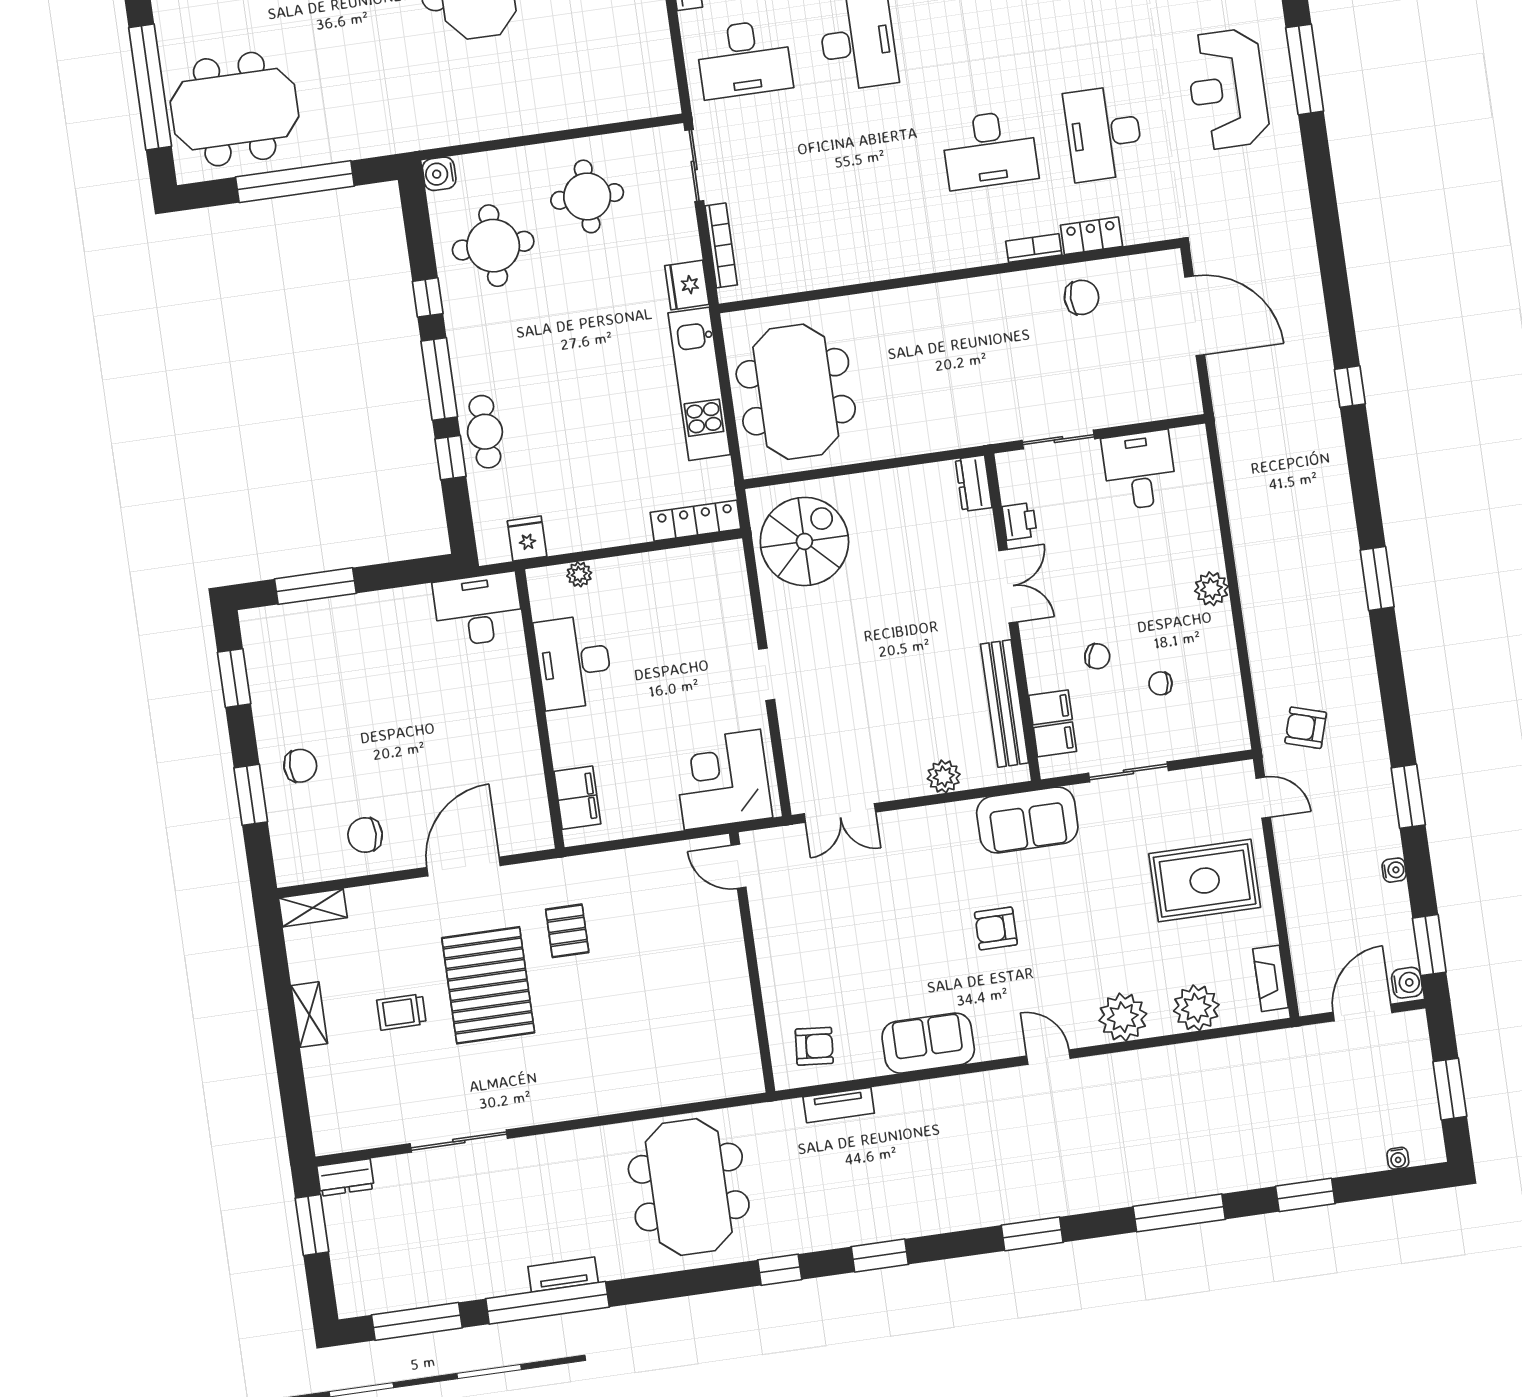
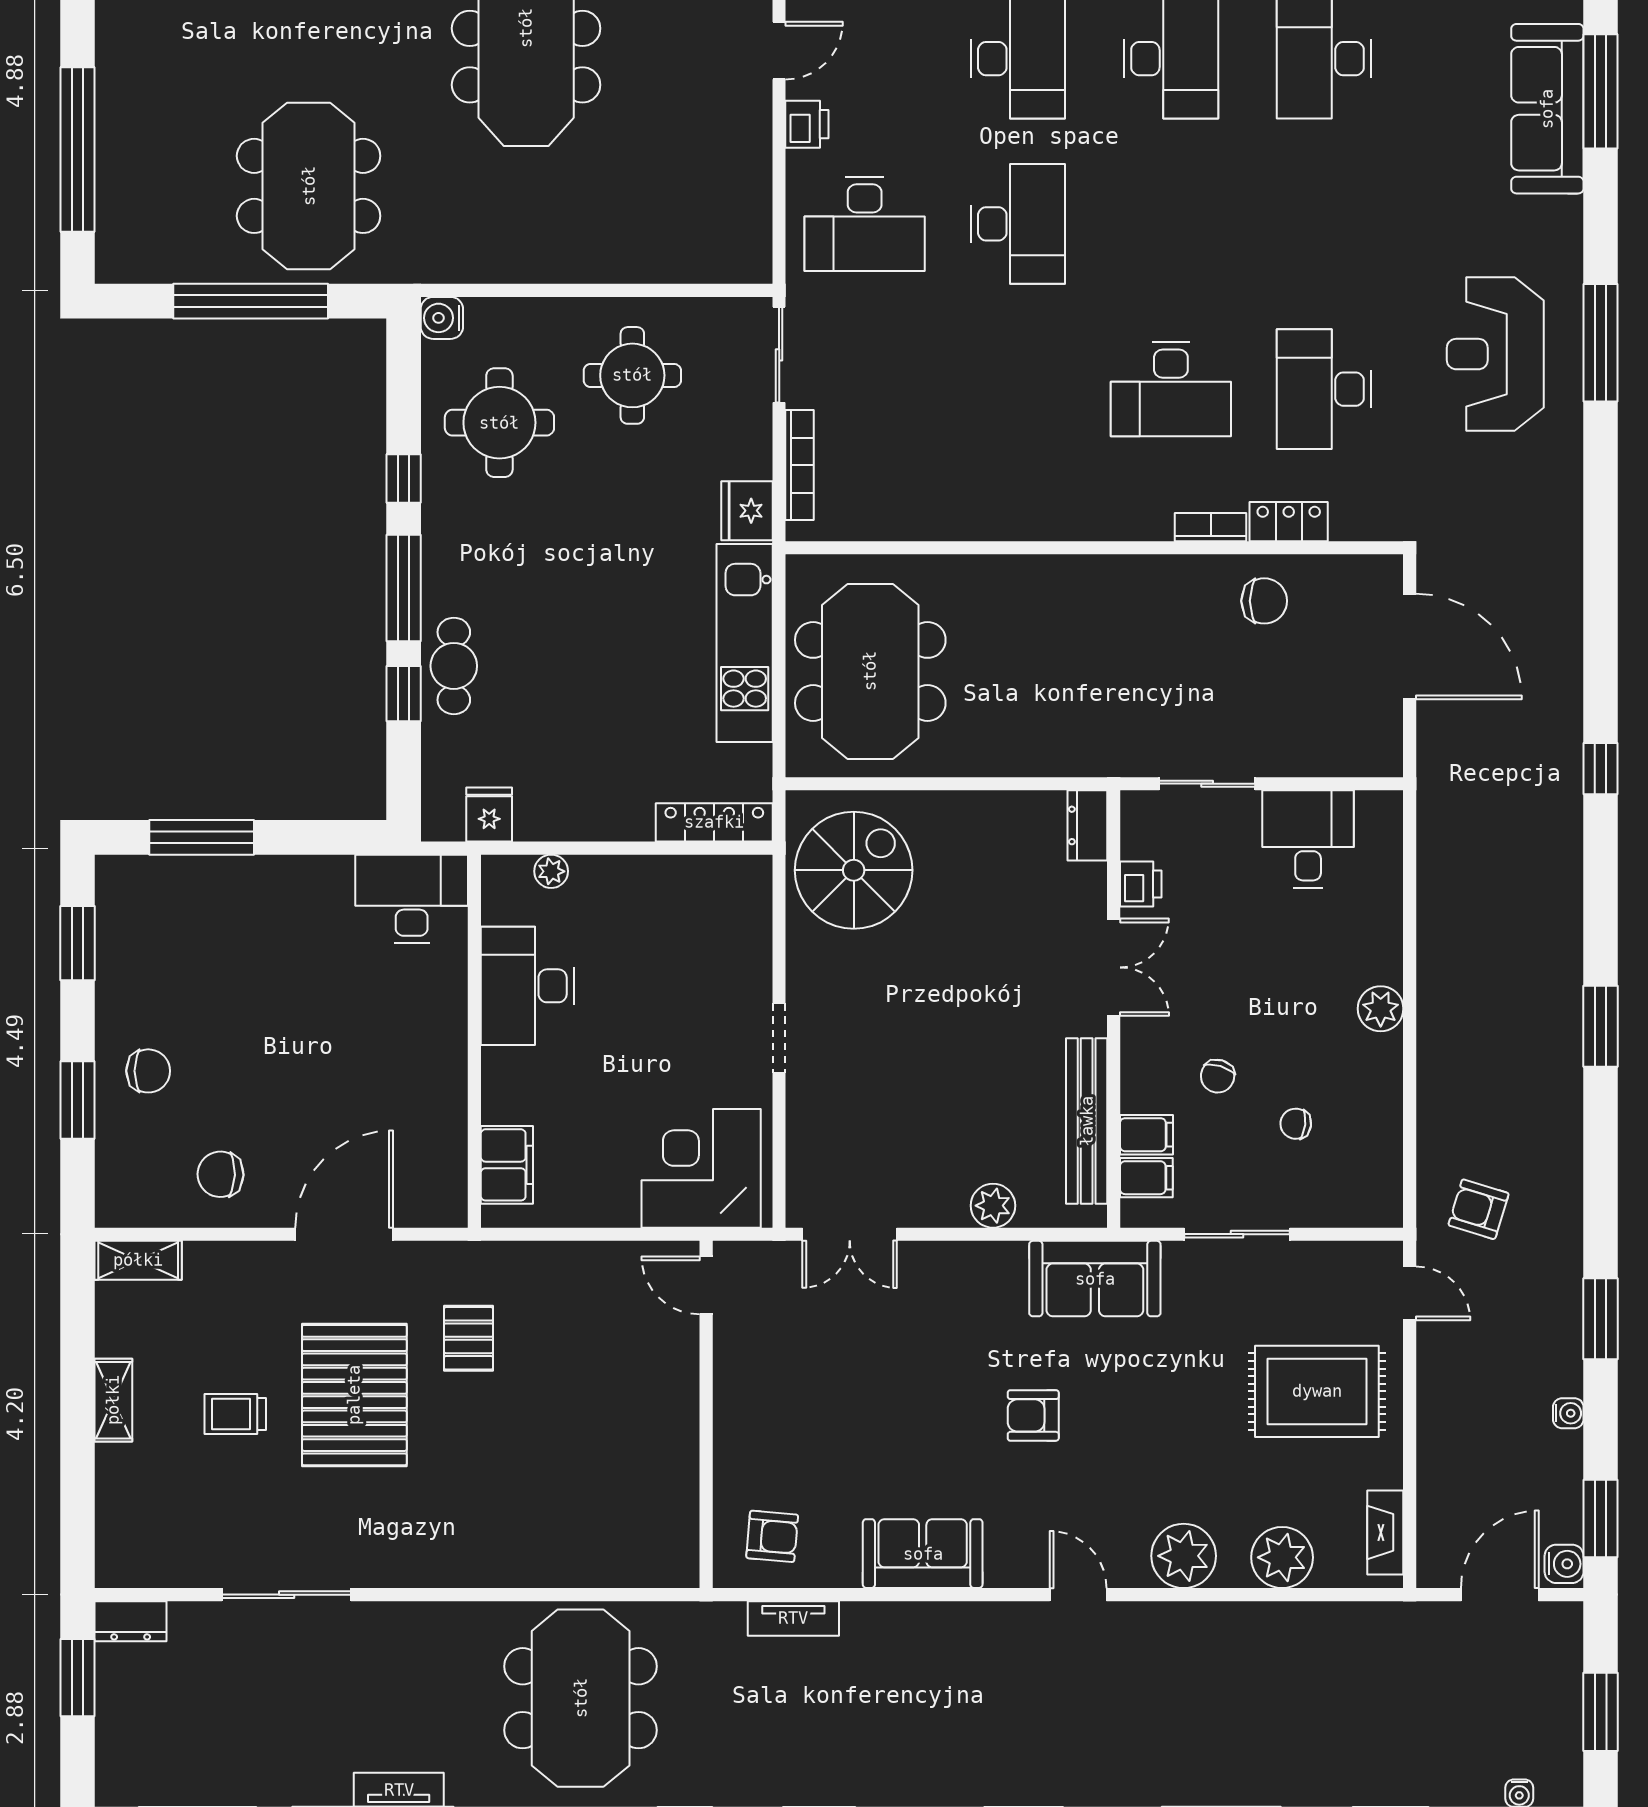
meeting table: (235, 109) -> (309, 186), moved, turned 90
chair: (1097, 656) -> (1218, 1076), turned 88

